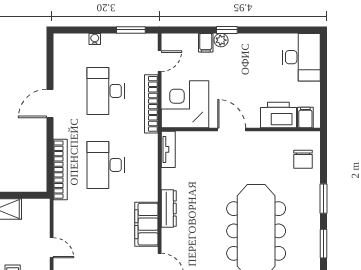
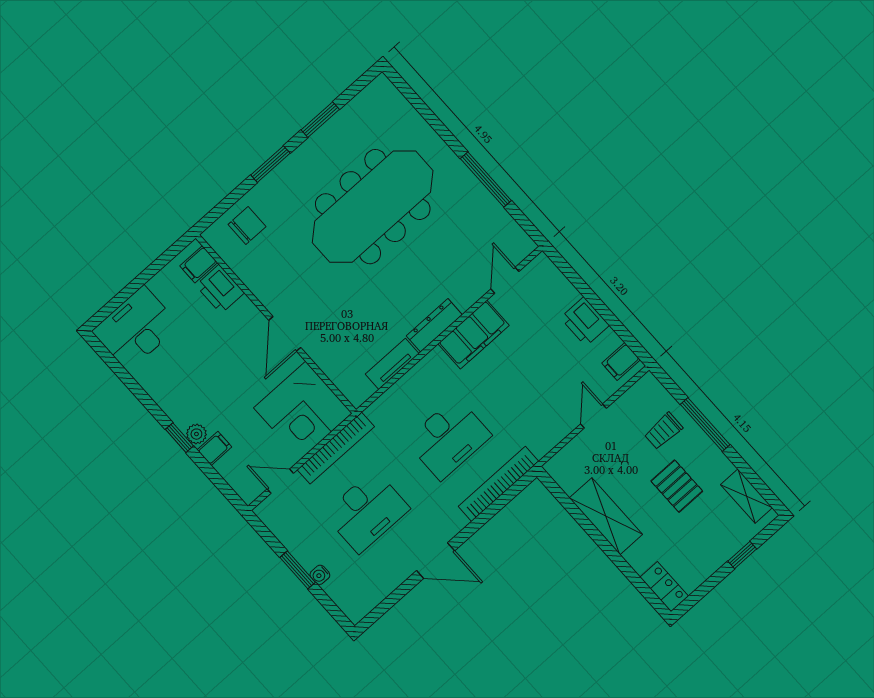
window: (131, 30) -> (298, 570), moved
printer: (278, 115) -> (220, 289), width x0.73, depth x0.84
tv unit: (168, 149) -> (392, 364), moved

